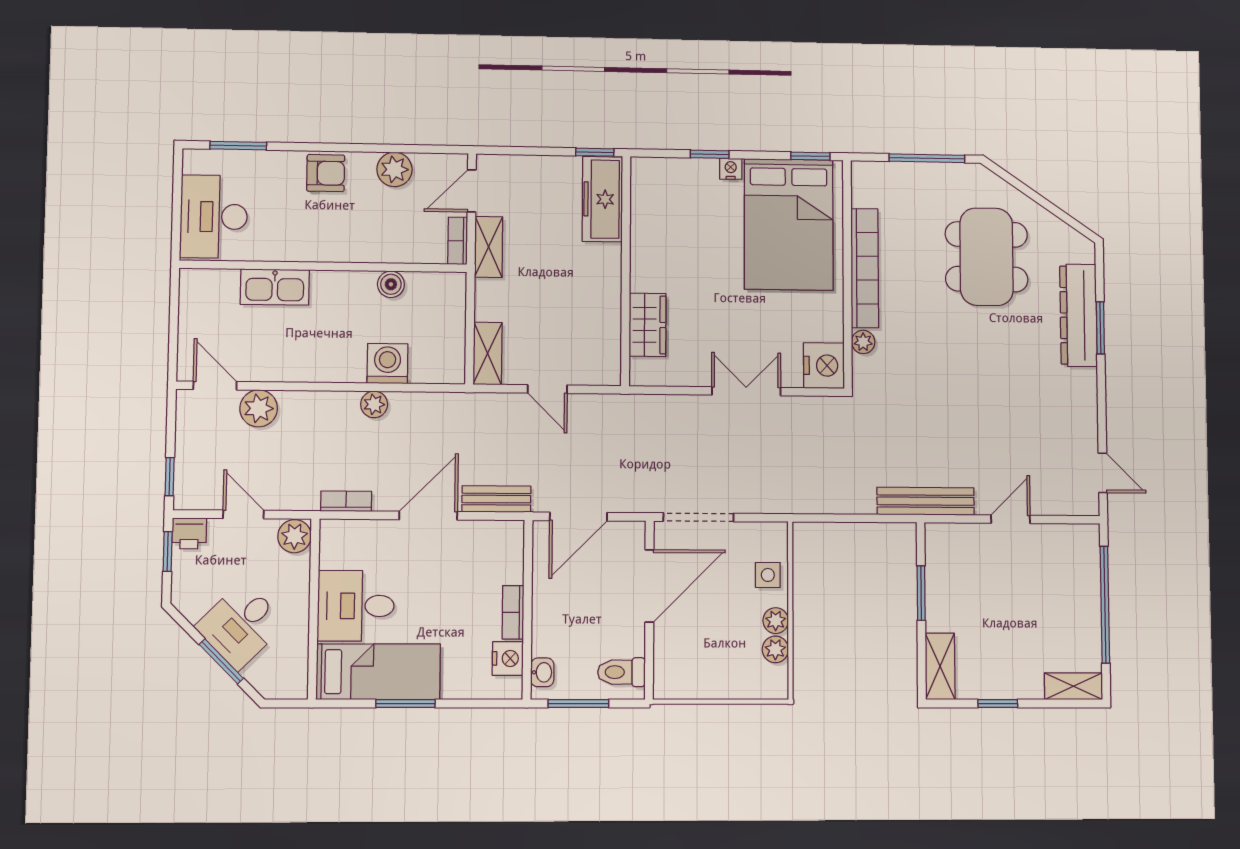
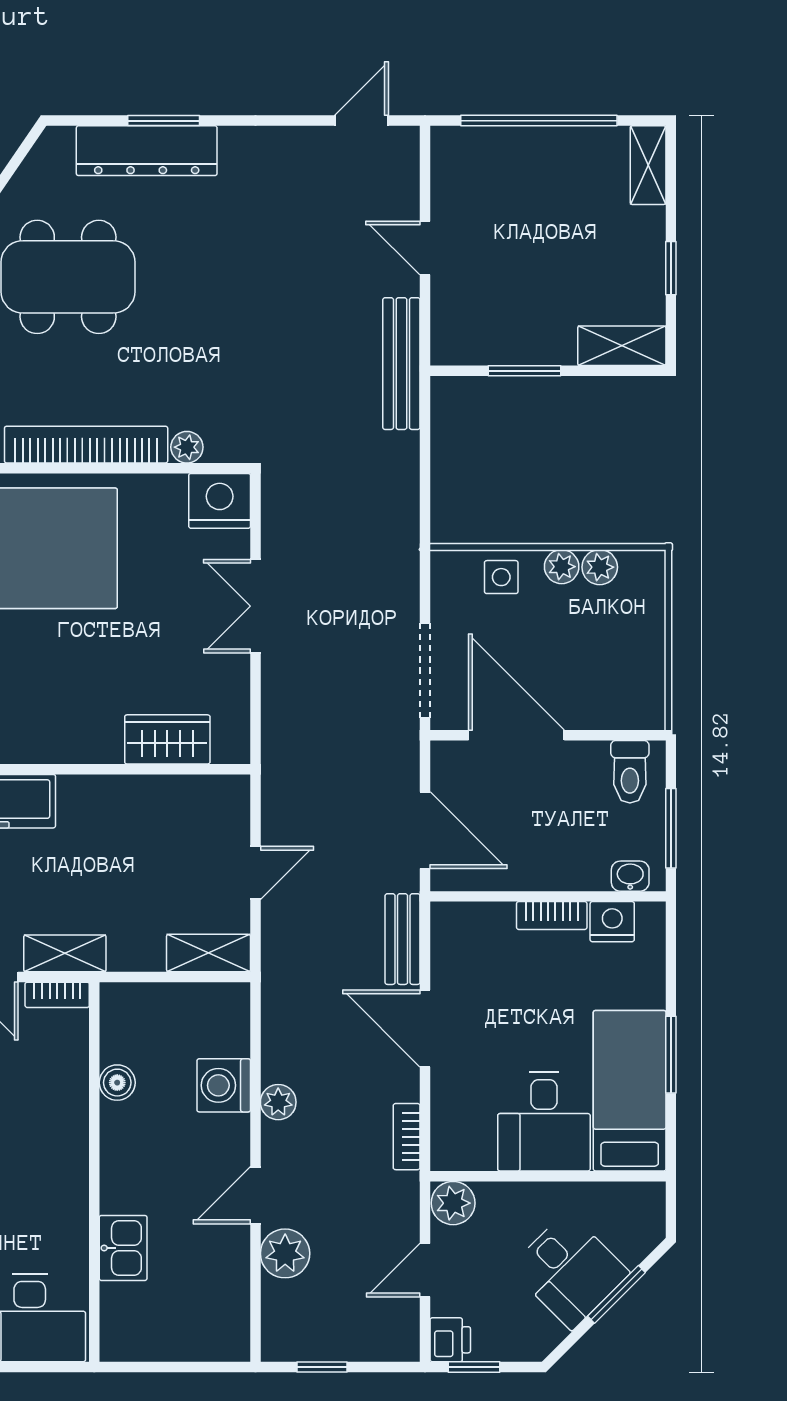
kitchen sink: (275, 287) -> (123, 1248), width x0.73
door: (215, 386) -> (255, 1195), moved
window: (170, 477) -> (322, 1367), moved

